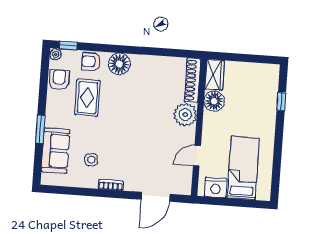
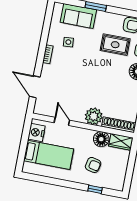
armchair: (249, 108) -> (93, 165), added

